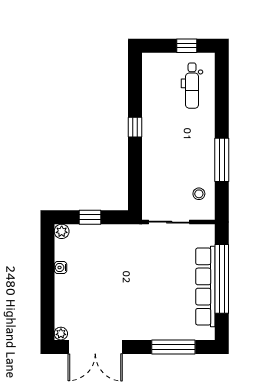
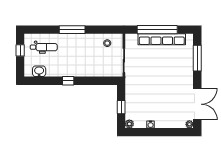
washbasin: (151, 78) -> (39, 71), added
window: (222, 160) -> (72, 30), moved

